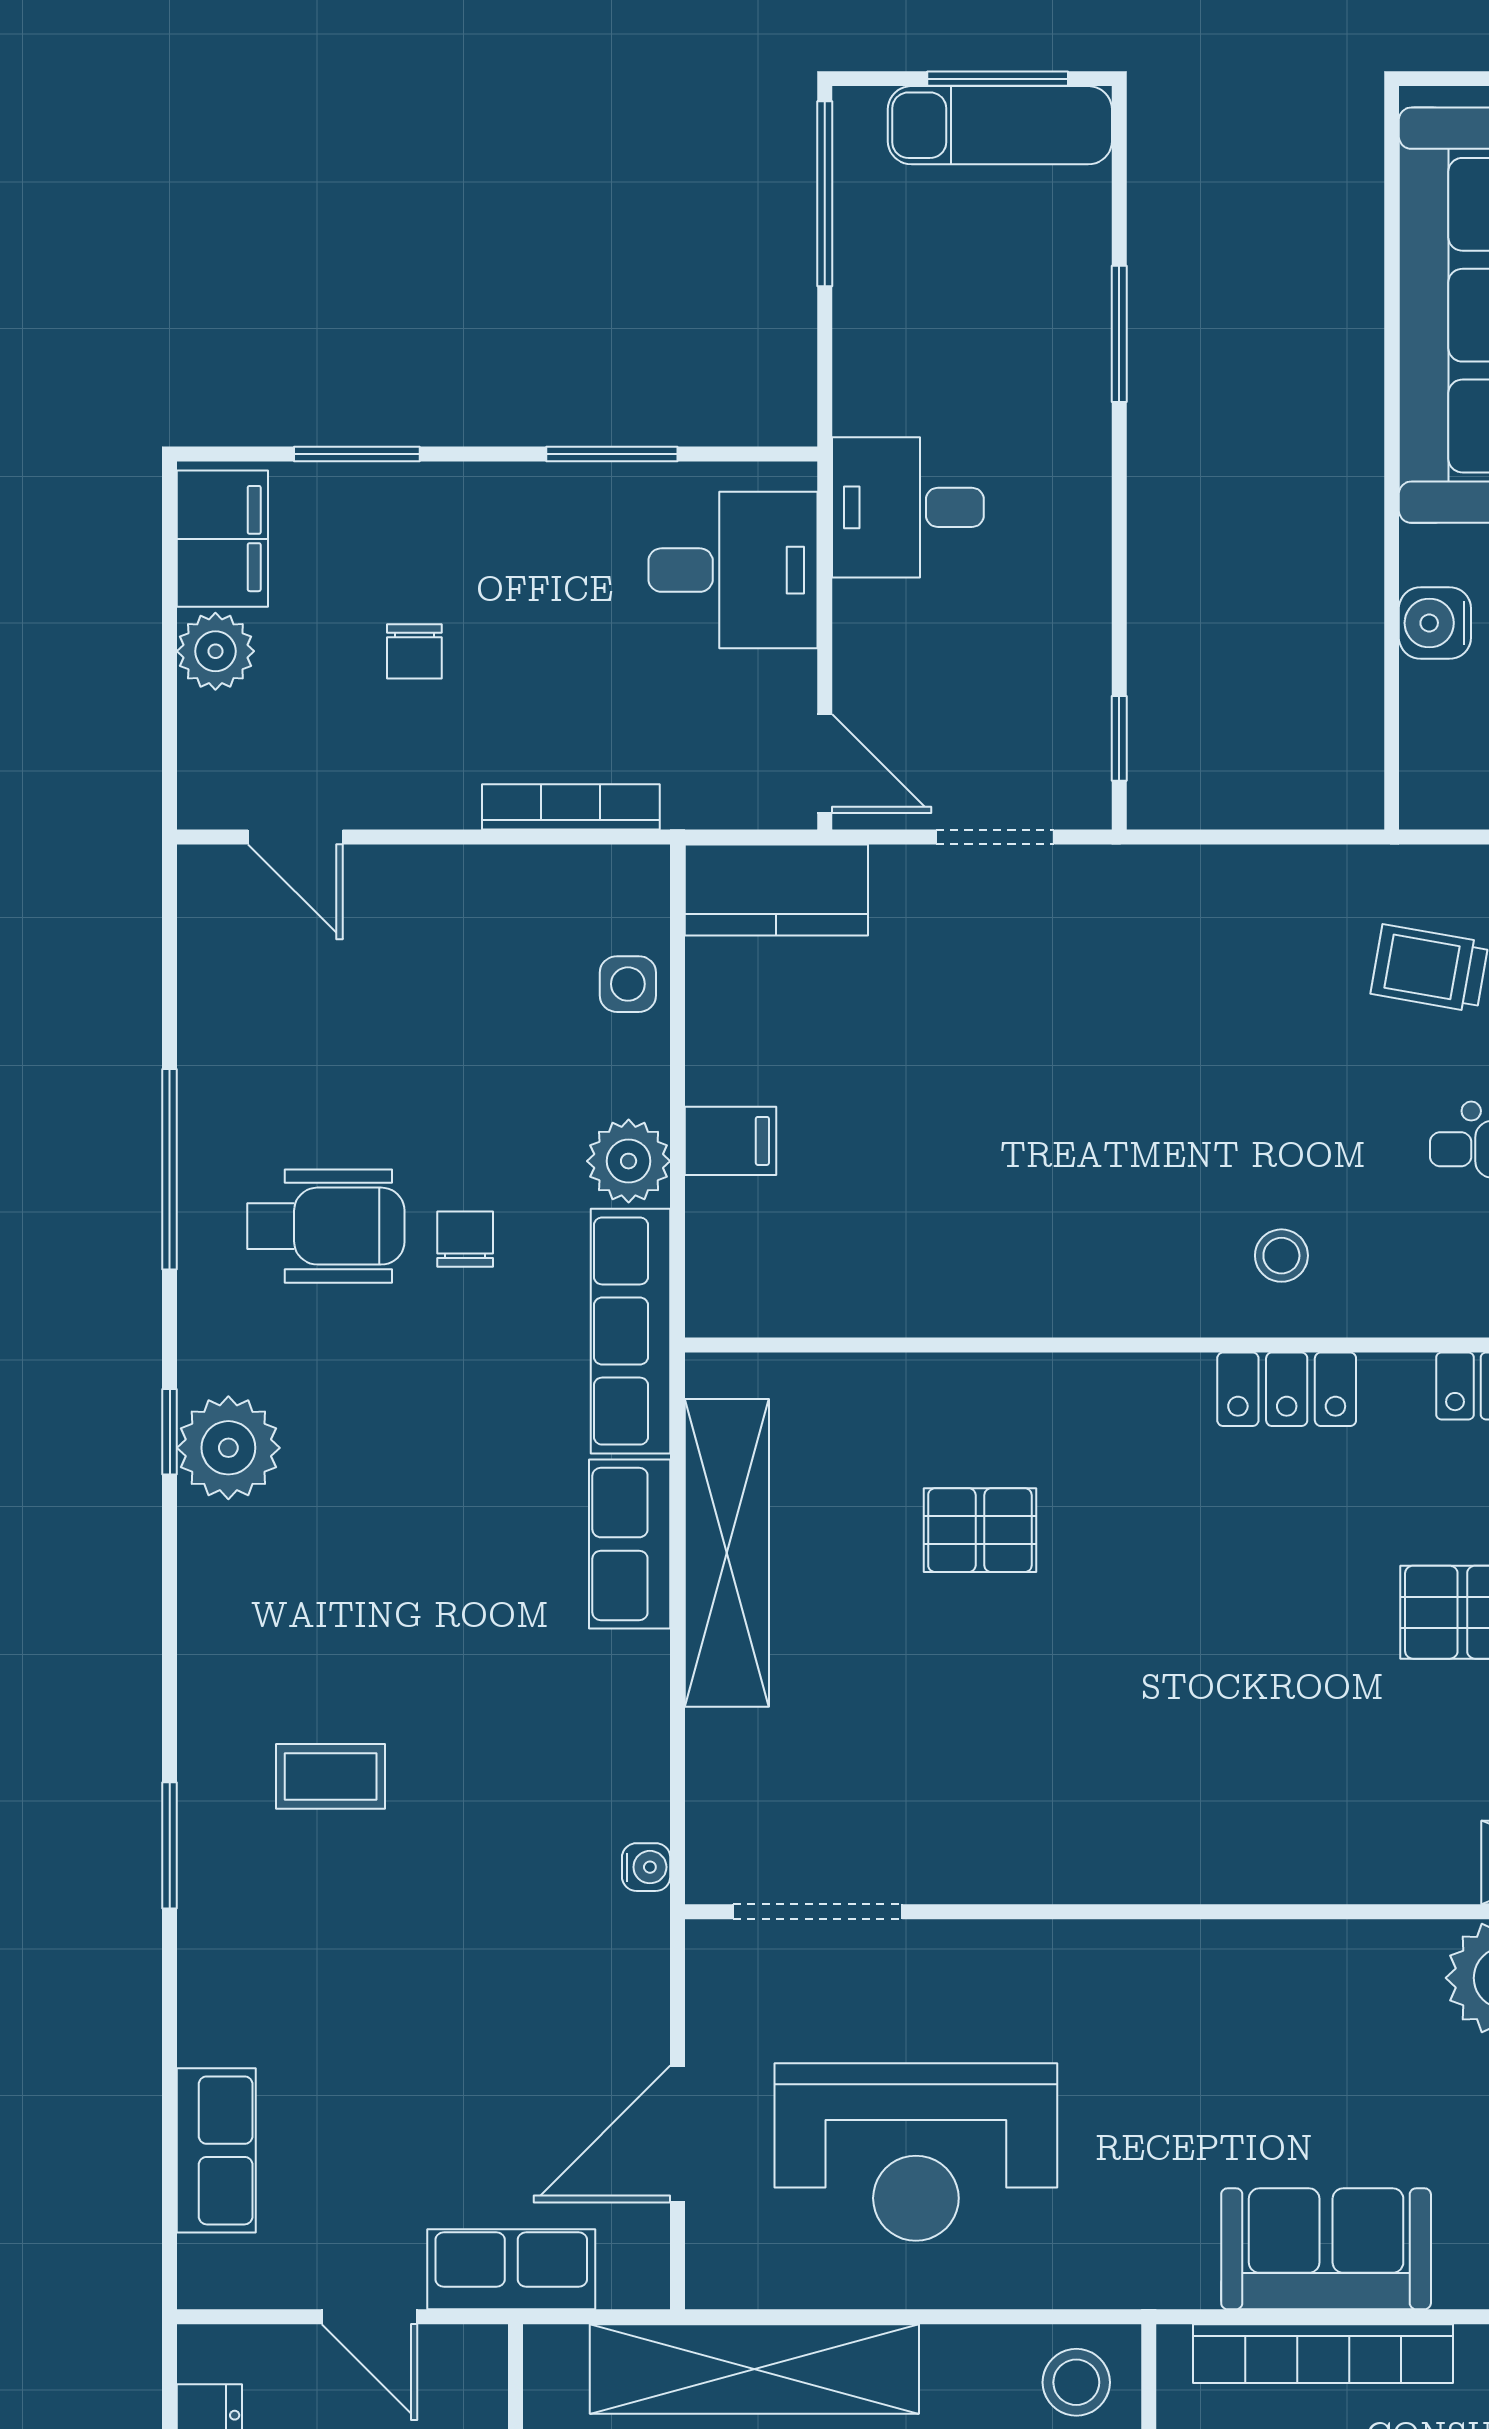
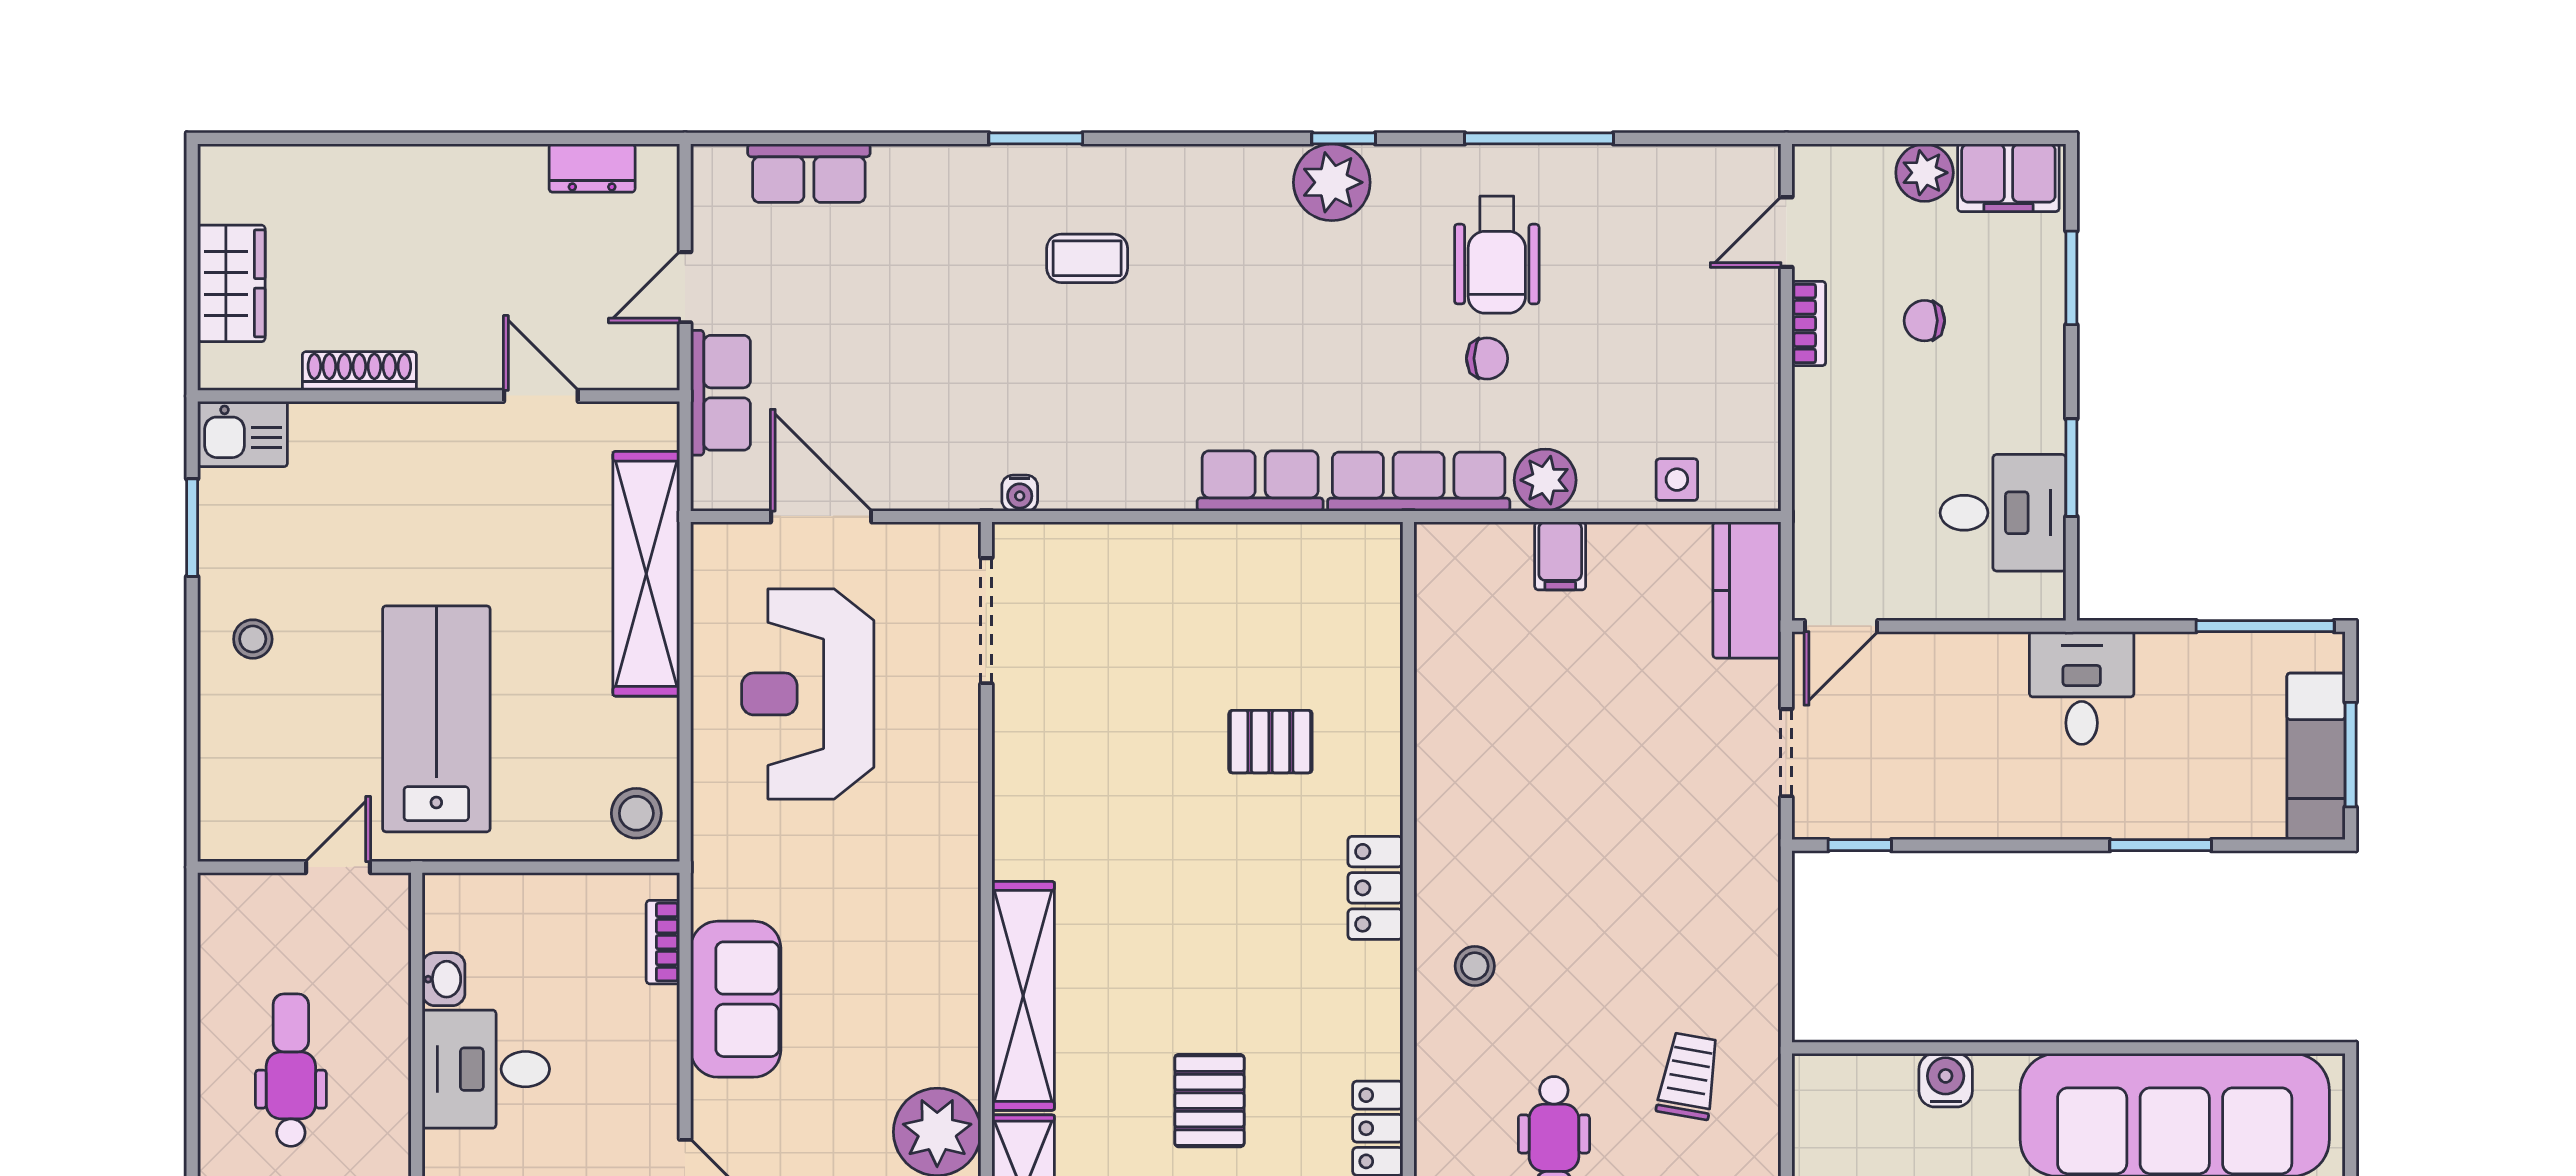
desk: (908, 507) -> (2082, 688), moved
desk: (733, 570) -> (2003, 513), moved, turned -90
bookcase: (571, 807) -> (1809, 324), moved, width x0.64
locker: (1287, 1389) -> (1375, 888), moved
pallet: (980, 1530) -> (1270, 742), turned 90
shelving: (727, 1553) -> (1023, 996), moved, turned 90
coffee table: (331, 1776) -> (1087, 258), turned 90
bookcase: (1323, 2354) -> (663, 942), width x0.43, depth x0.76

